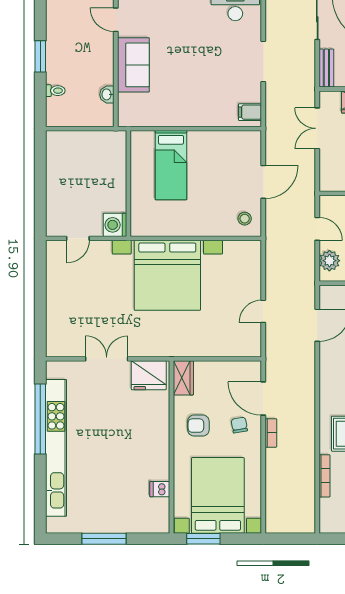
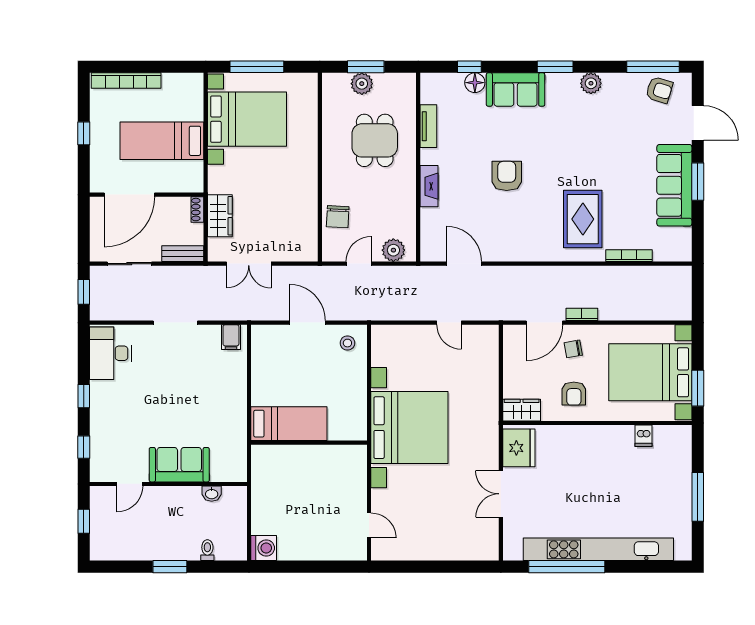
wall: (128, 183) -> (309, 443), moved
washing machine: (115, 225) -> (264, 548), moved, turned -90

